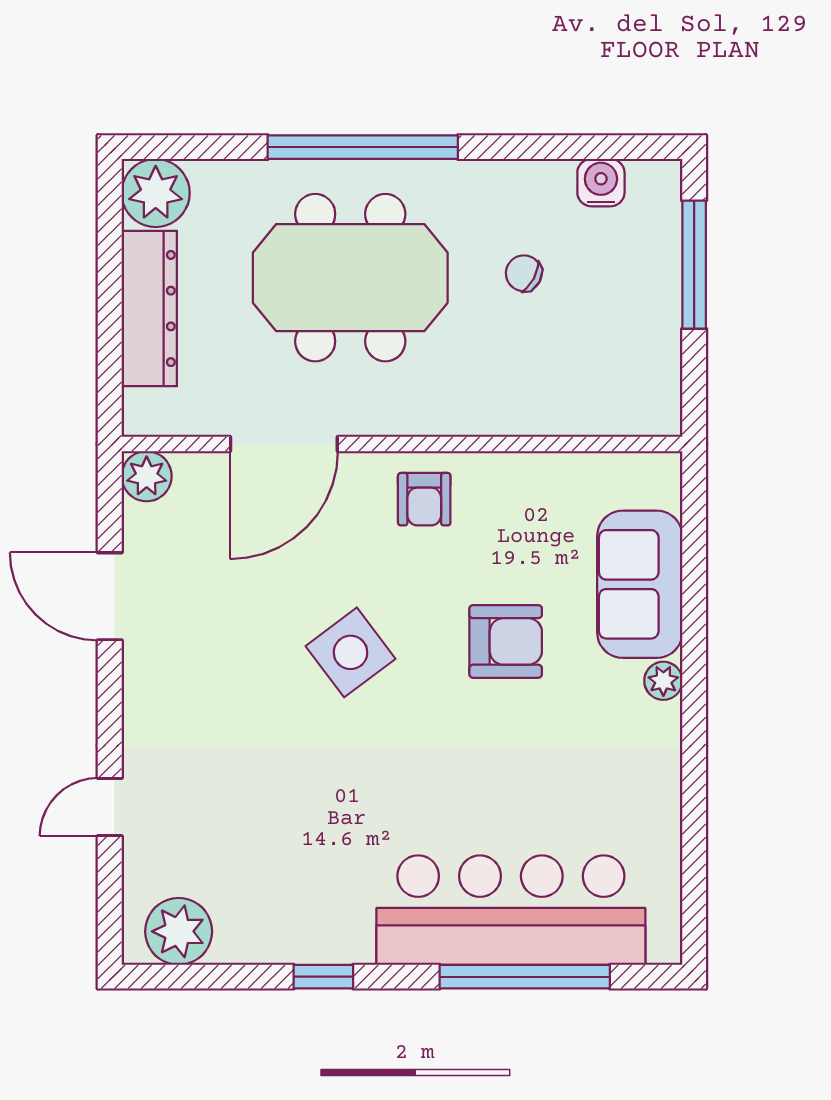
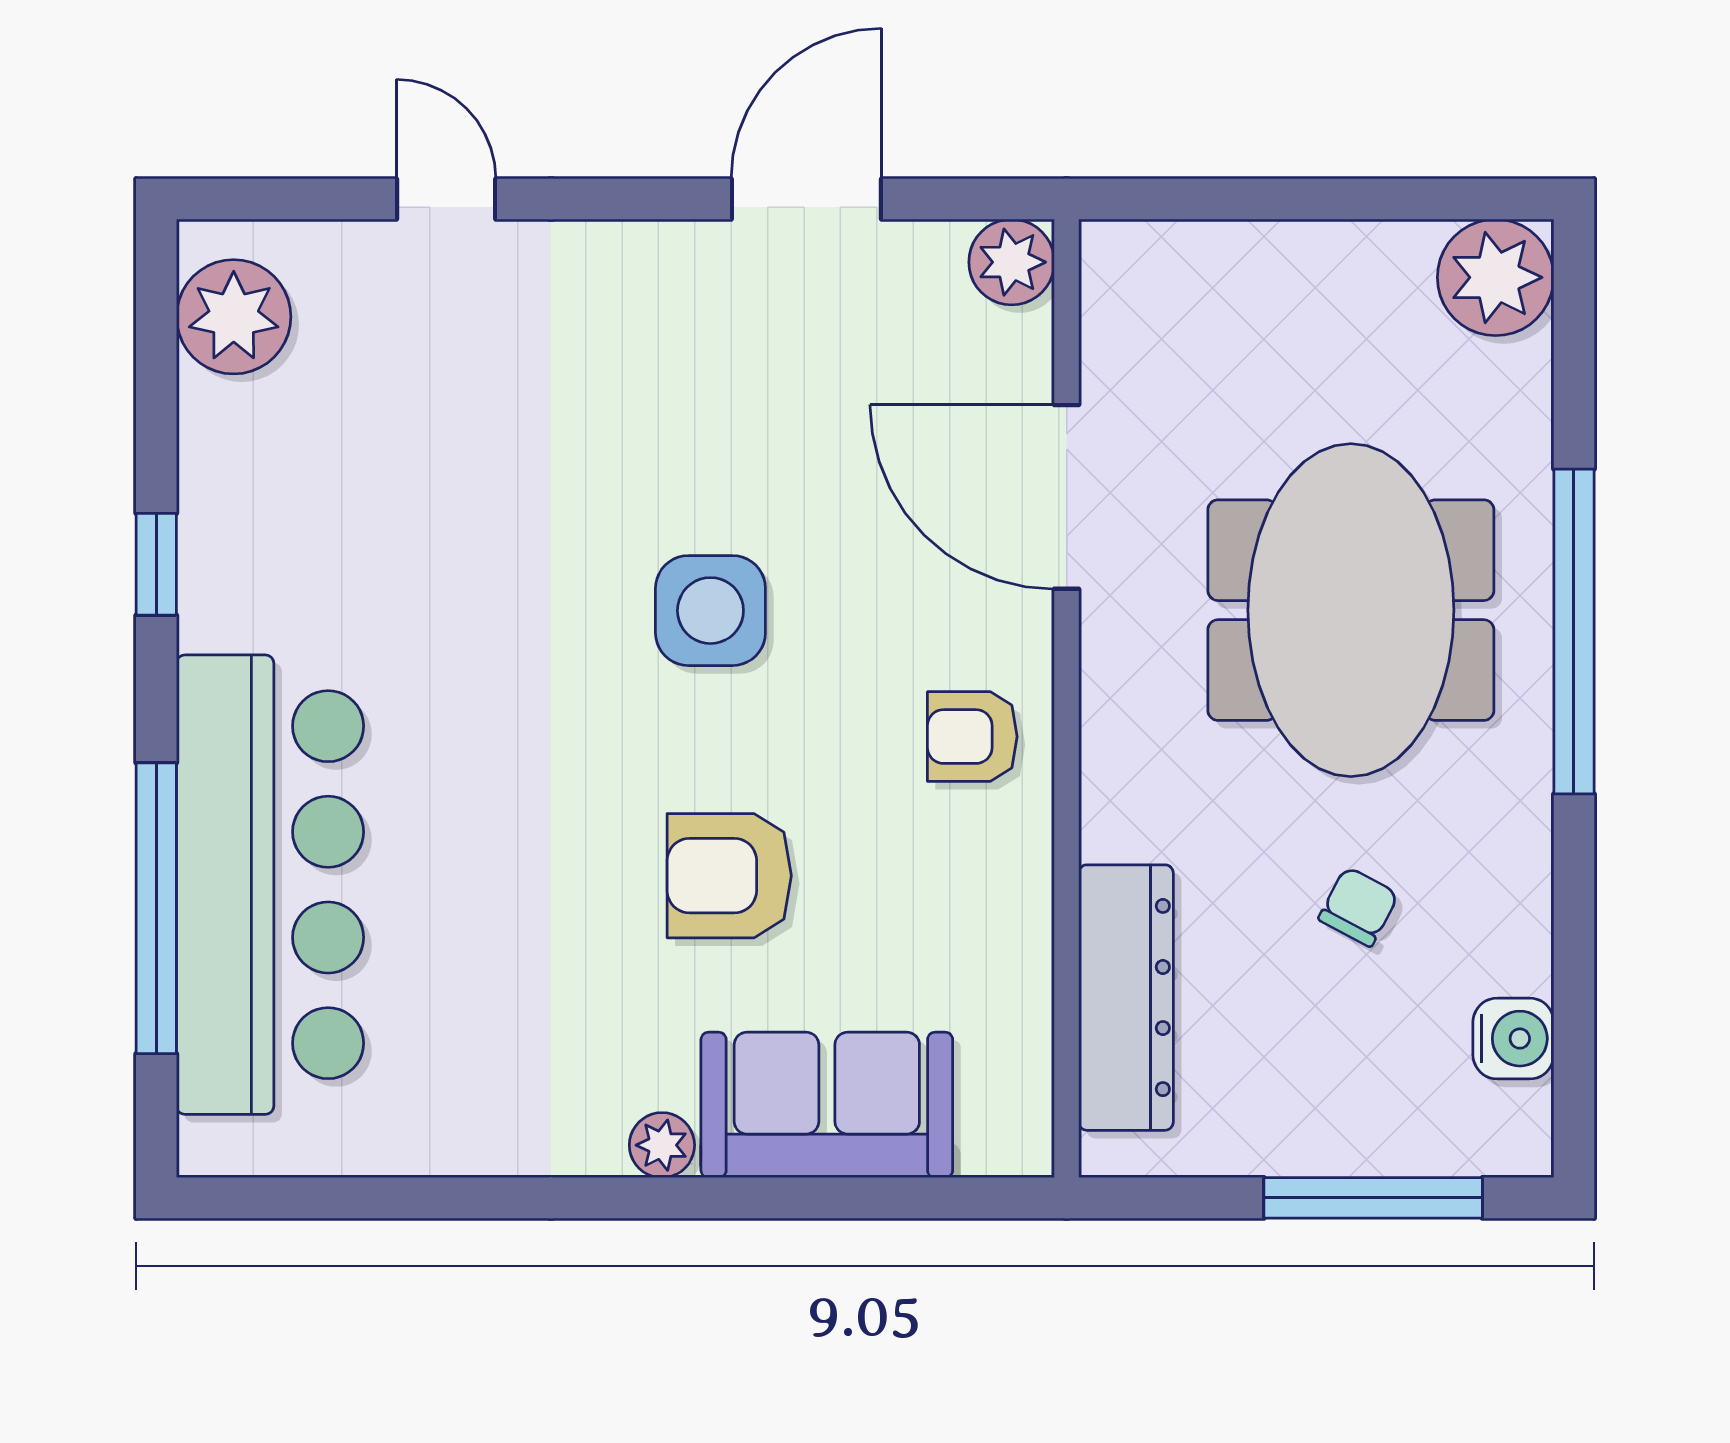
dresser: (149, 309) -> (1126, 998), moved, turned -90
armchair: (506, 641) -> (729, 876), turned 90
side table: (350, 652) -> (710, 611), turned 37

